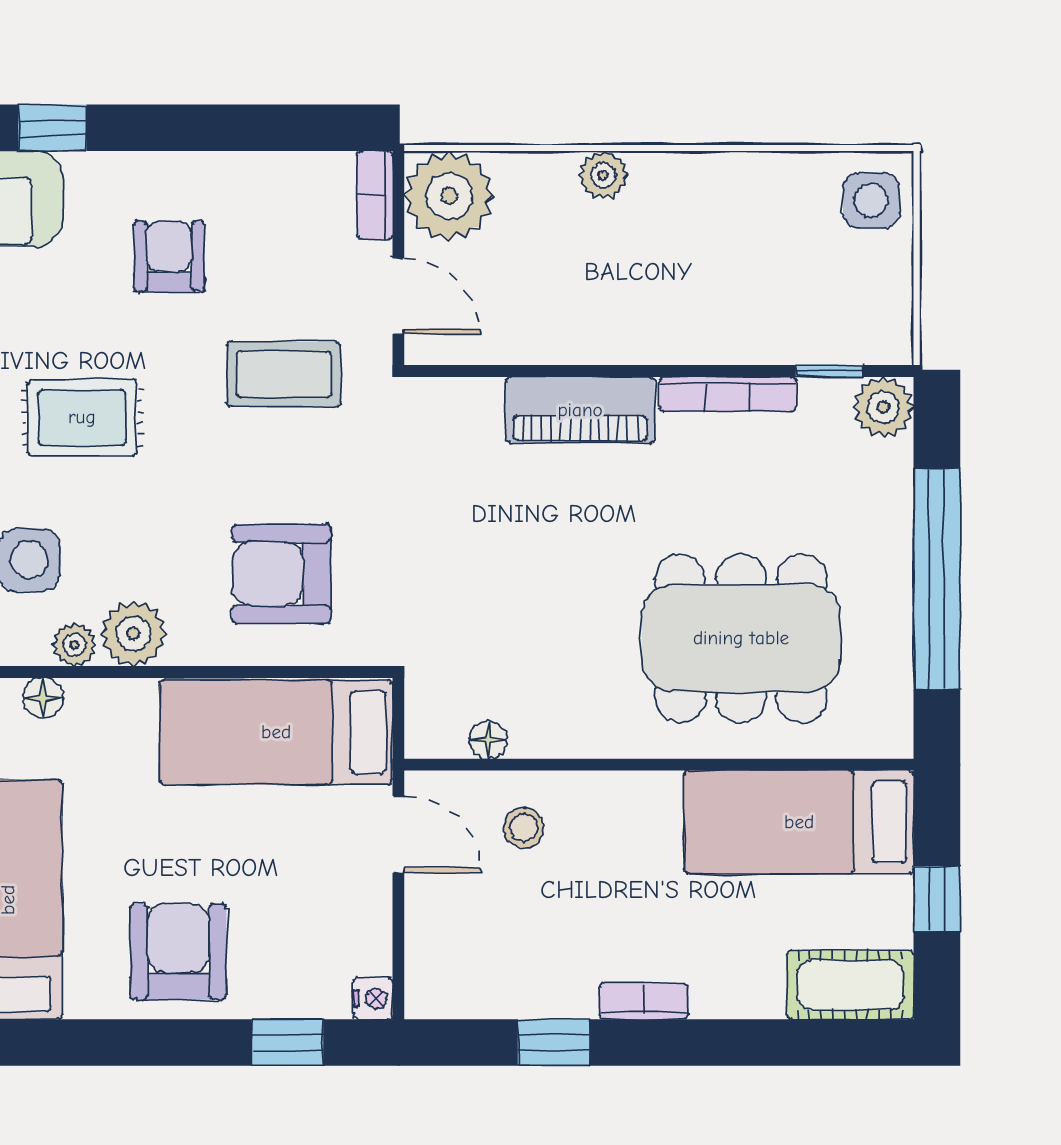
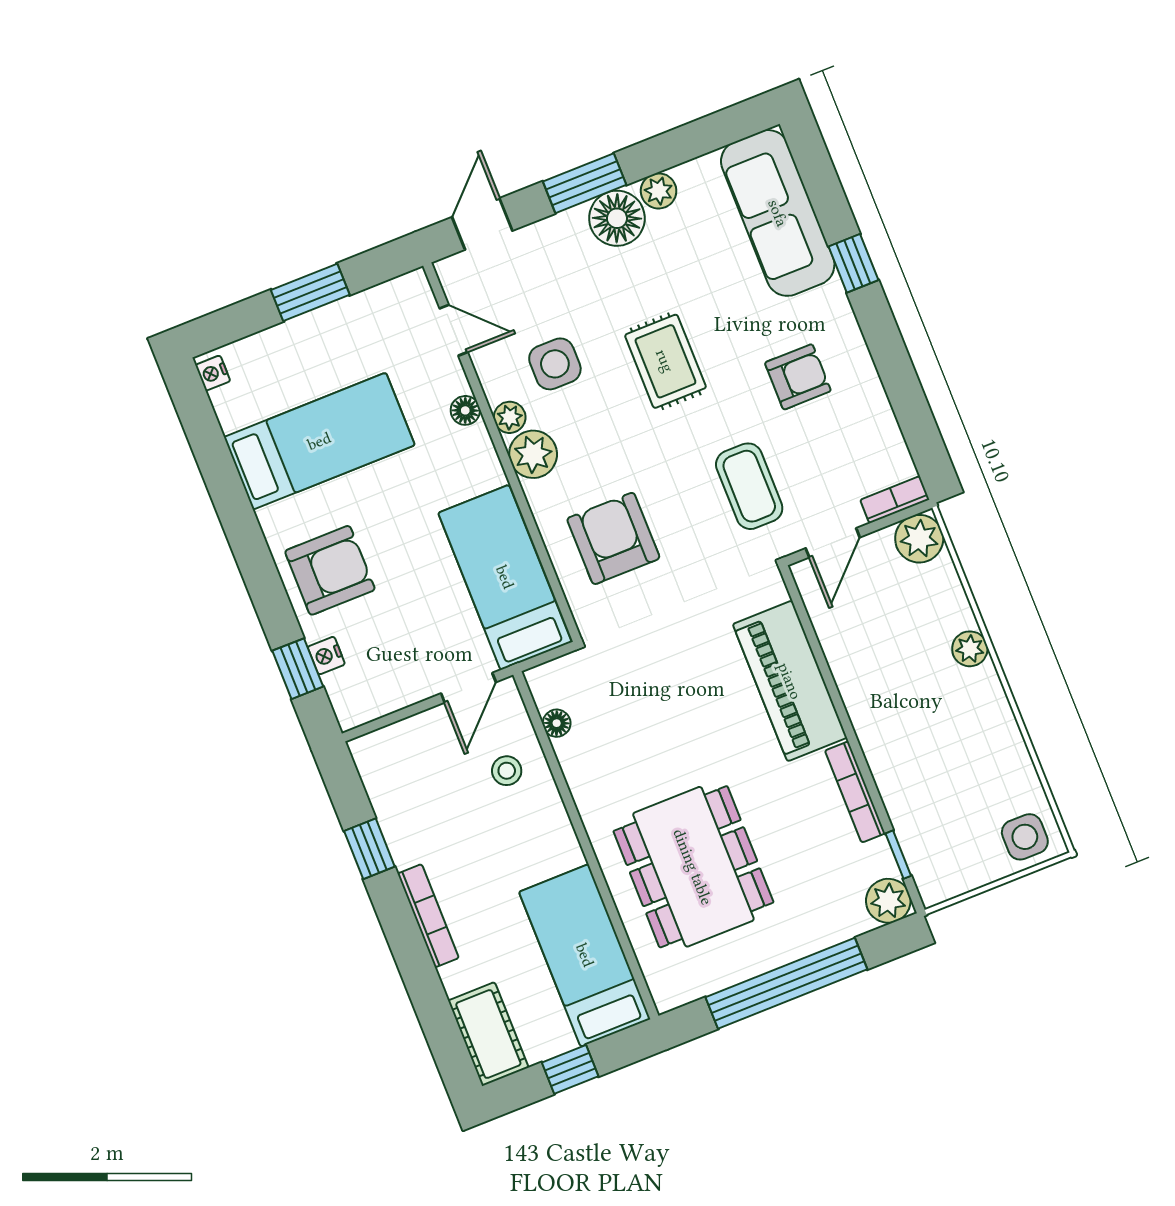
plant: (449, 196) -> (919, 539), width x0.73, depth x0.73
piano: (580, 410) -> (790, 681), width x1.37, depth x1.33
nightstand: (373, 998) -> (326, 656), moved, turned 90
bookcase: (644, 1002) -> (428, 916), width x1.56

